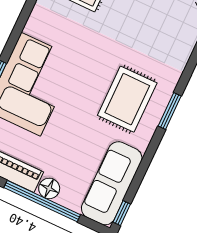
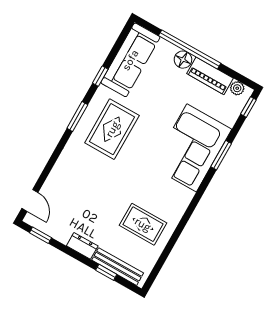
window: (122, 213) -> (100, 76), moved

